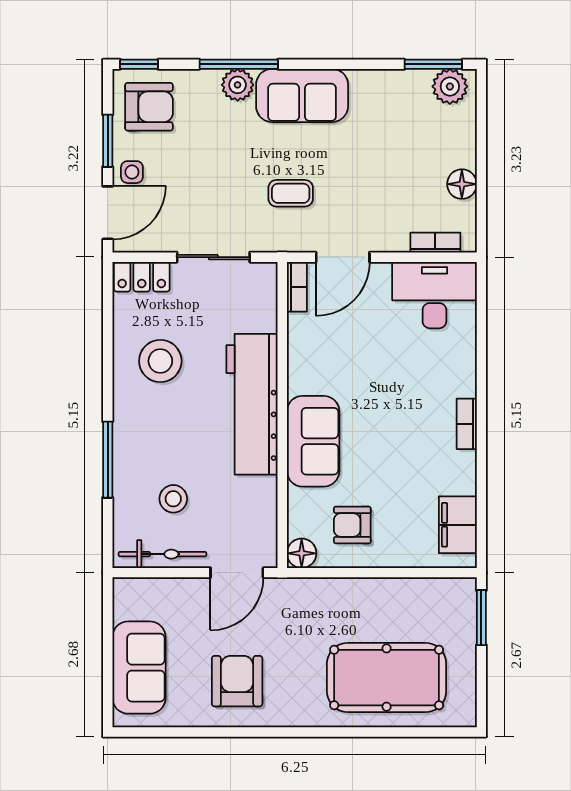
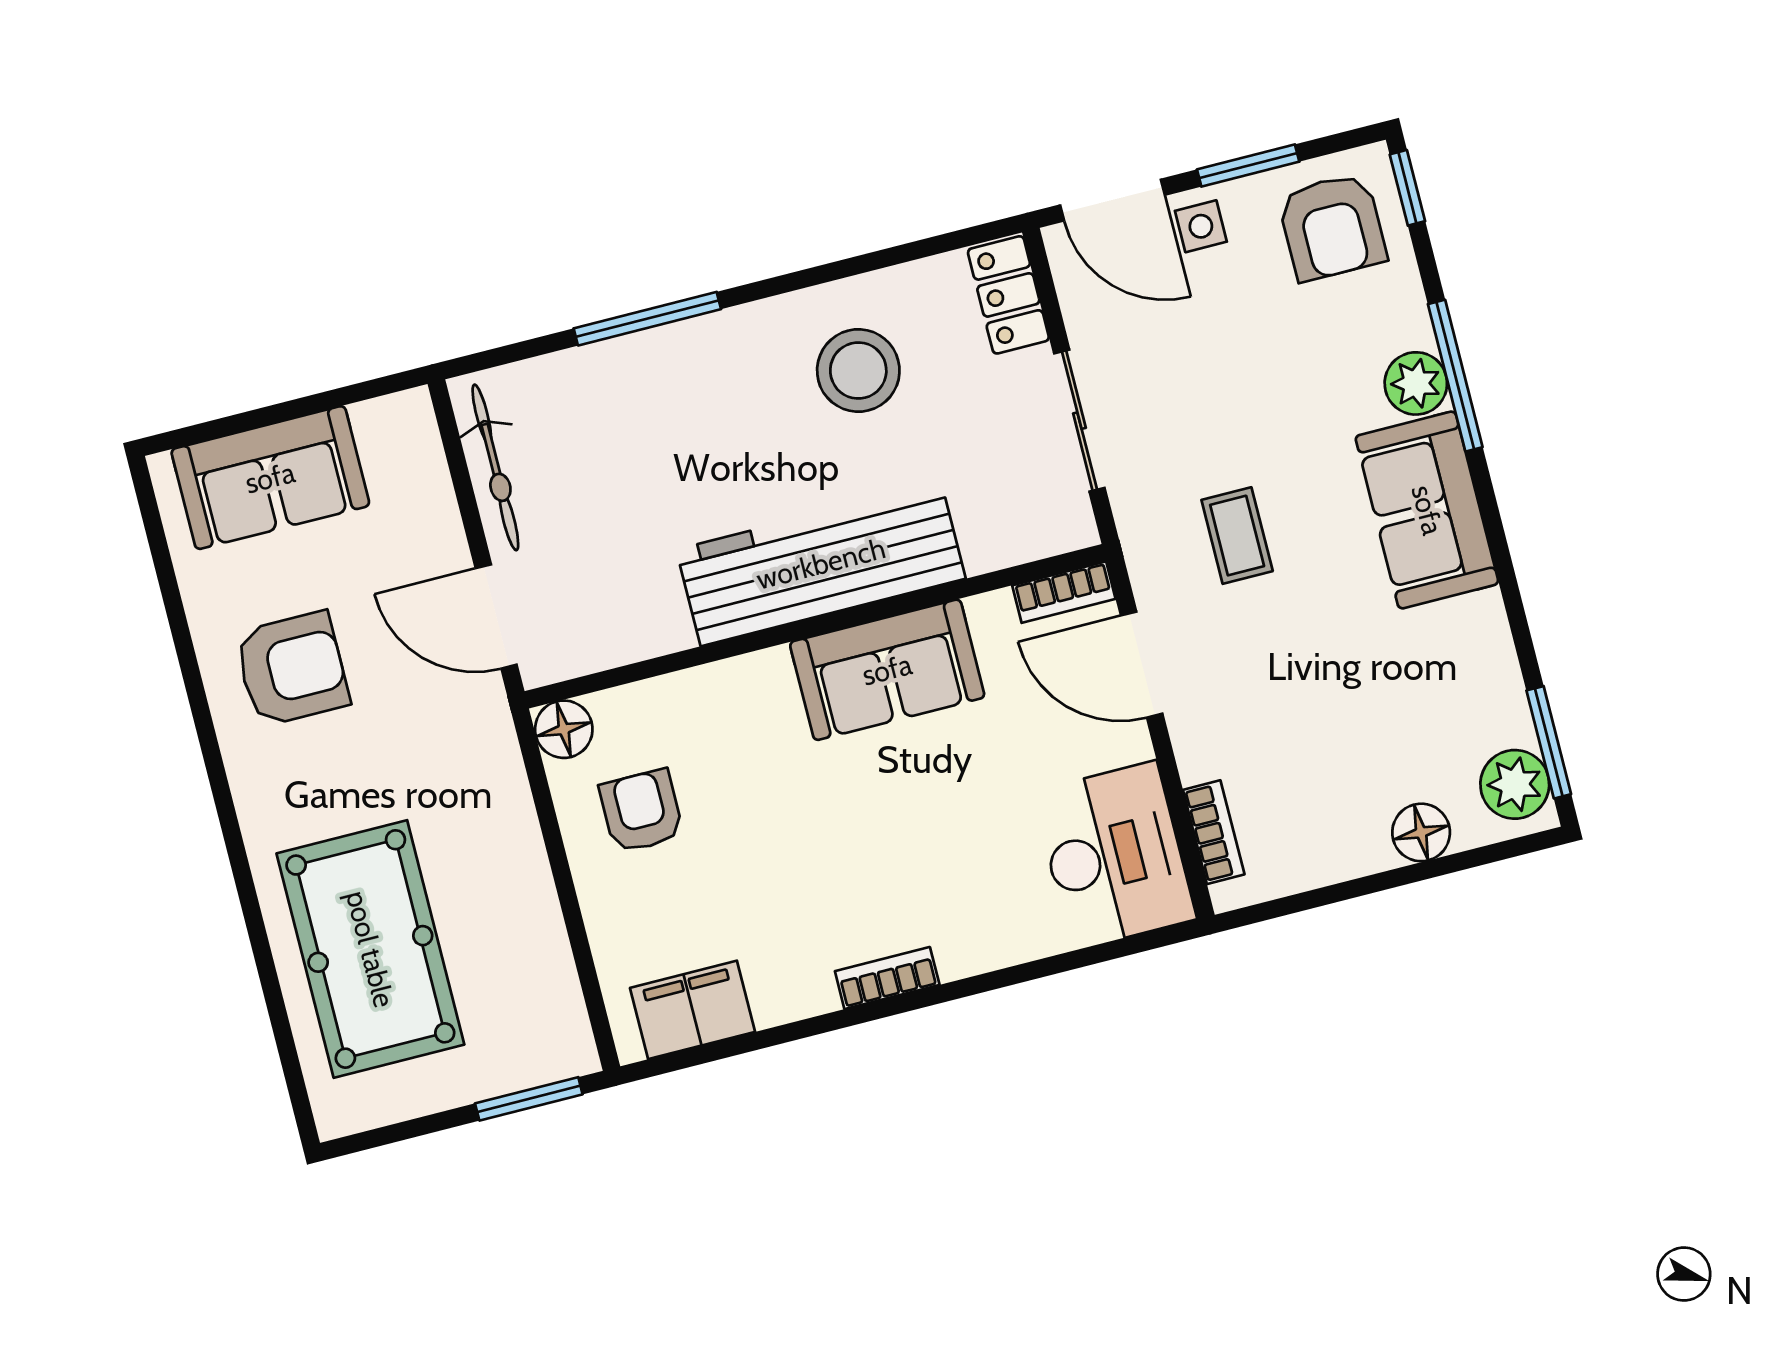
floor lamp: (462, 184) -> (1421, 832), moved
sofa: (313, 441) -> (887, 670), moved
stool: (173, 499) -> (605, 461), removed

